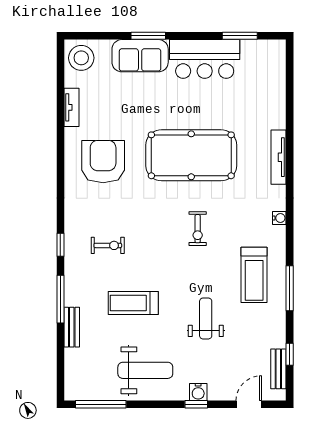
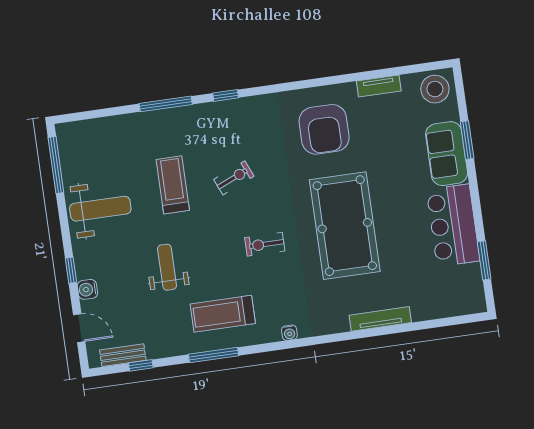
window: (148, 36) -> (467, 140), moved
tv unit: (279, 157) -> (380, 319), moved
armchair: (103, 162) -> (324, 129), turned 90
exercise bike: (108, 245) -> (234, 178), moved, turned -113
weight bench: (206, 318) -> (167, 267), turned -90
bench: (72, 327) -> (137, 121), removed
weight bench: (145, 370) -> (100, 209), turned -90
water cooler: (198, 392) -> (87, 289), moved

